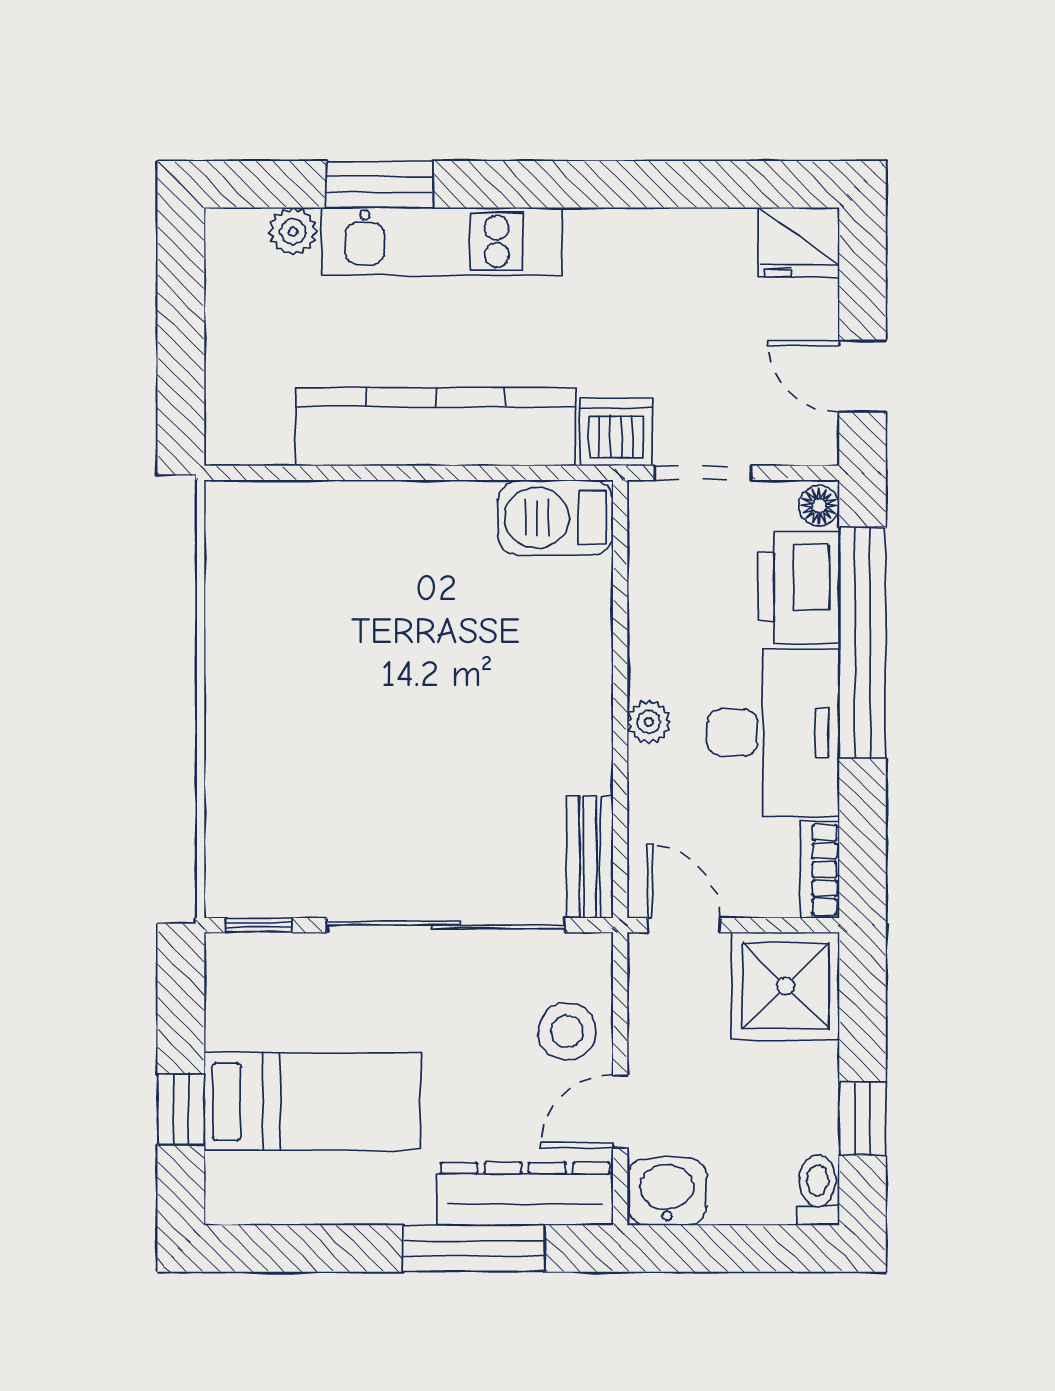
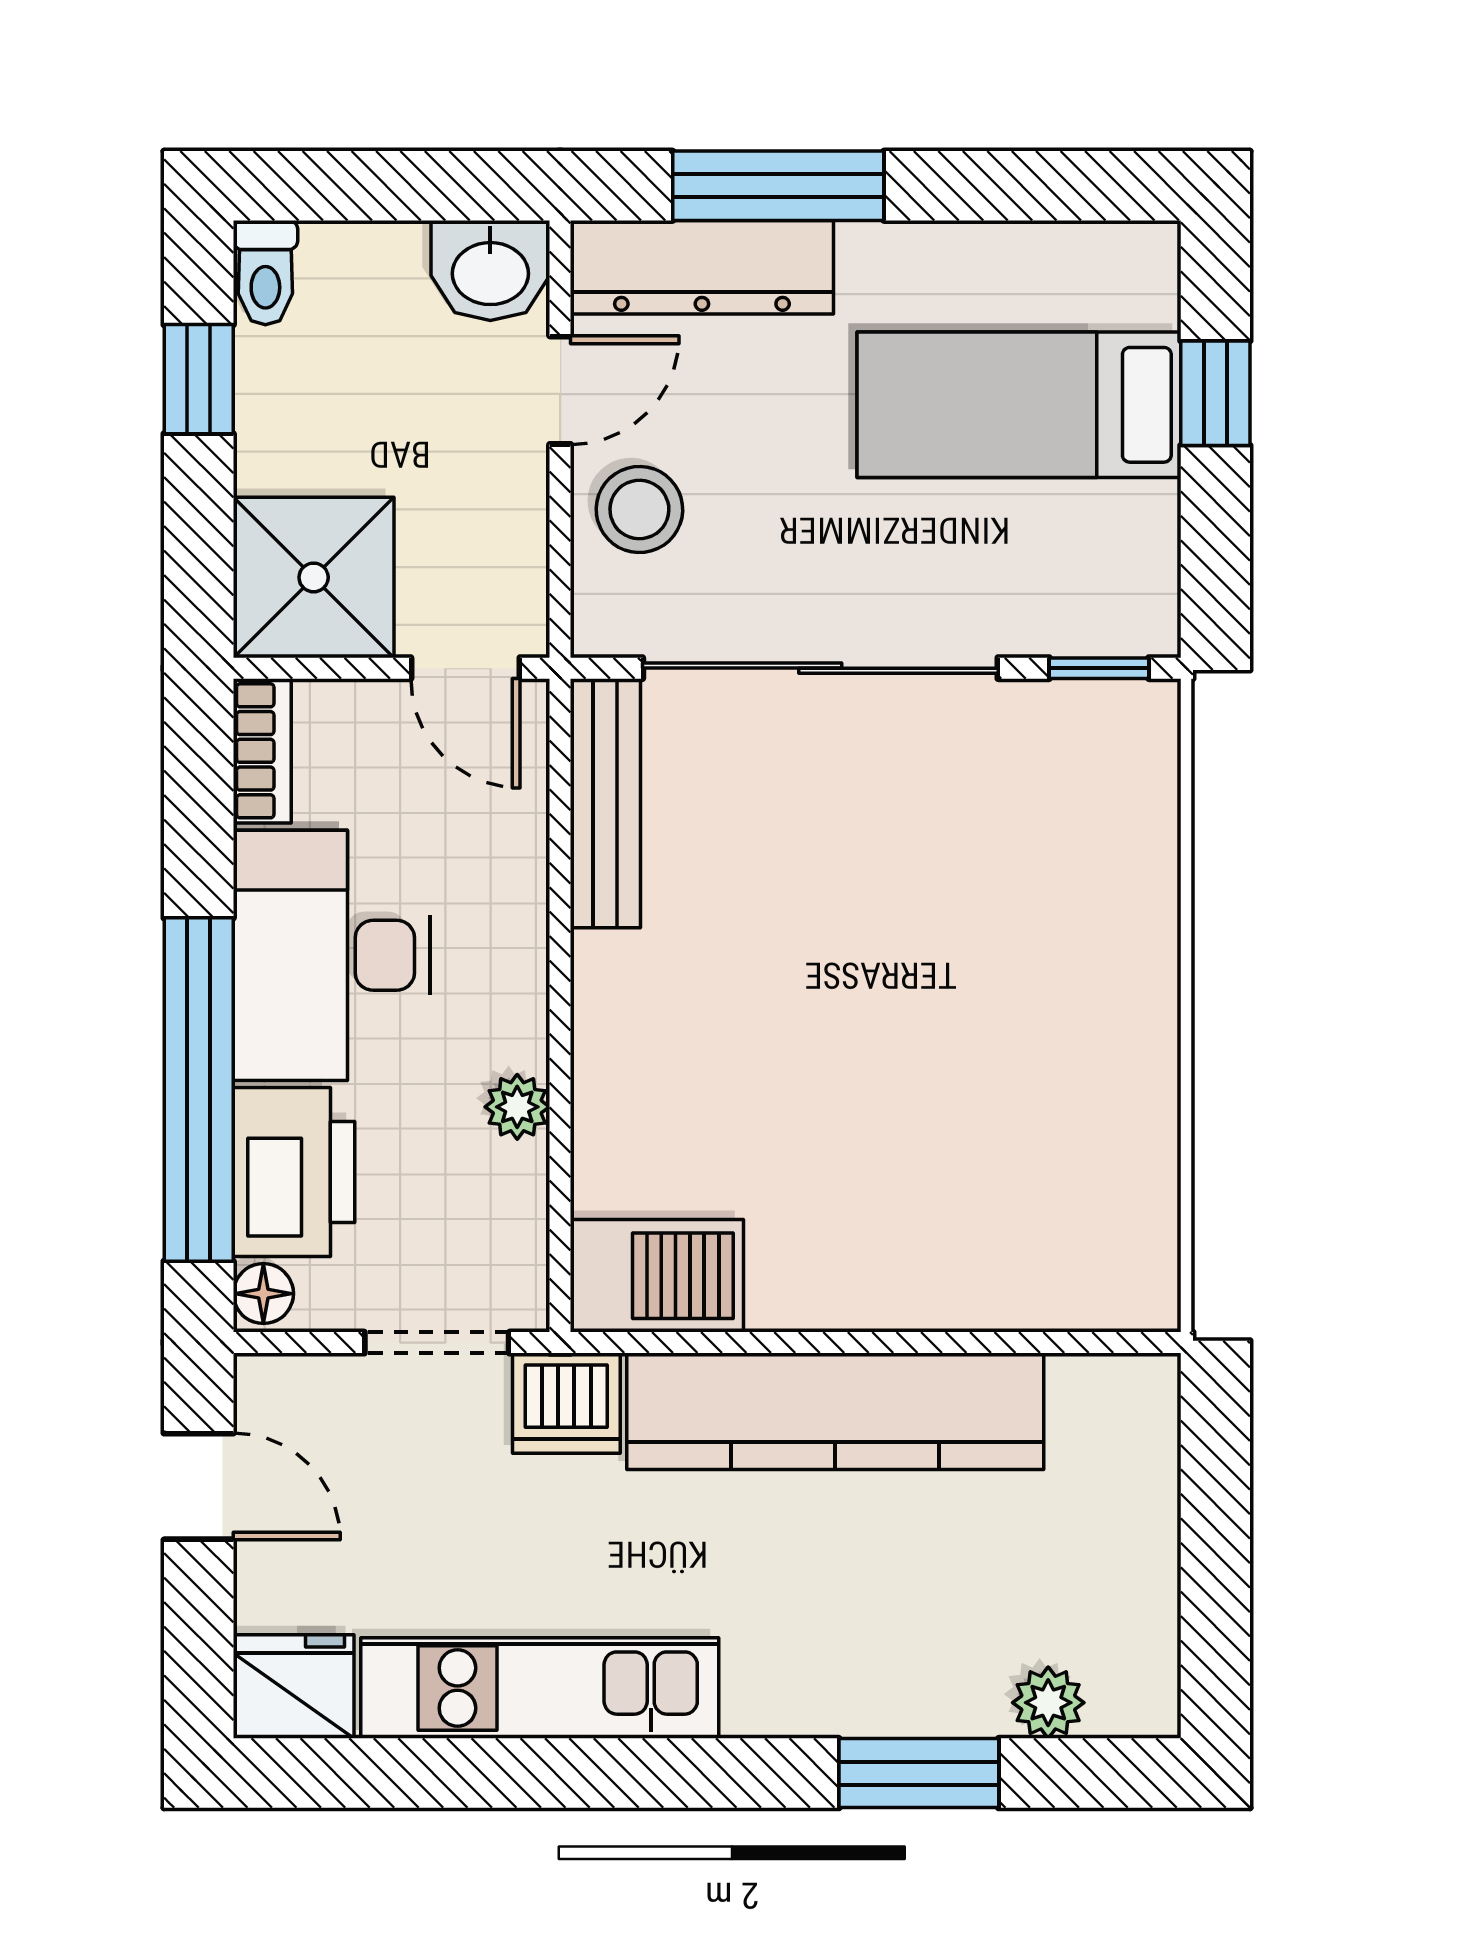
kitchen unit: (441, 241) -> (540, 1688), moved
plant: (649, 722) -> (517, 1107), moved
bench: (590, 857) -> (605, 803), width x1.36

